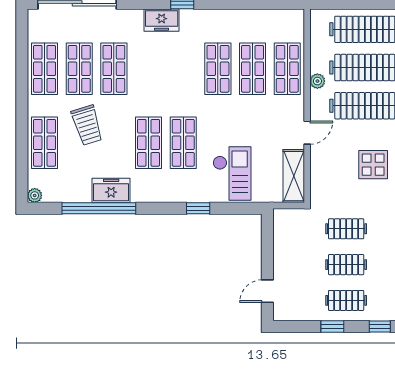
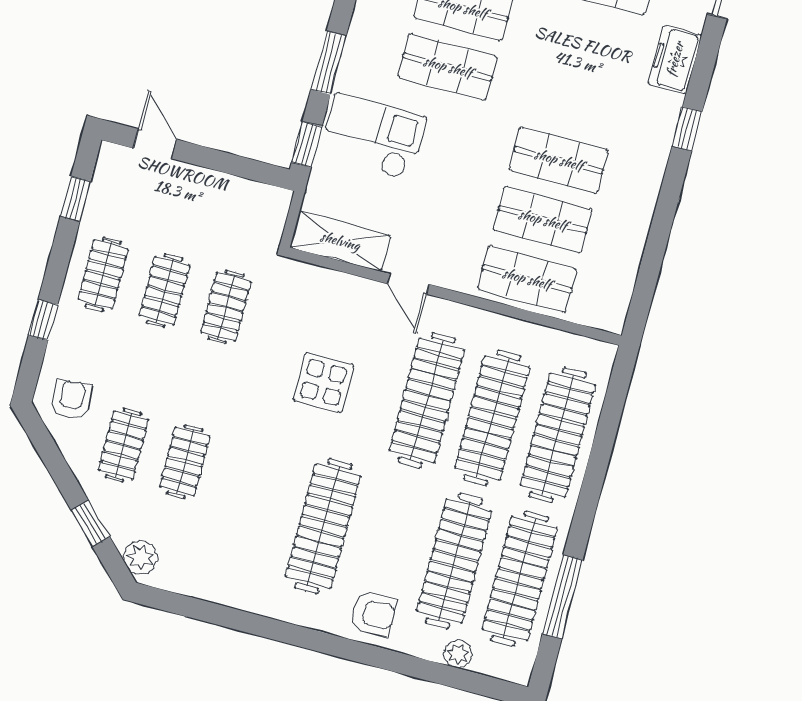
freezer: (162, 20) -> (675, 59), moved
plant: (317, 81) -> (492, 325), removed
checkout: (232, 174) -> (373, 137), turned 180
window: (198, 208) -> (329, 63), width x1.50
window: (246, 208) -> (307, 144), added
window: (332, 326) -> (75, 199), moved

